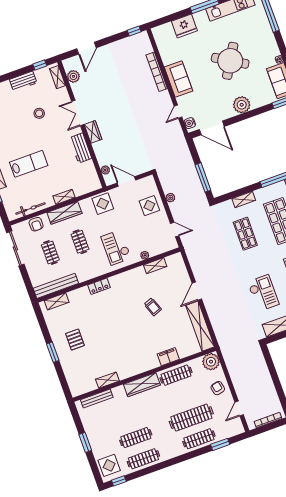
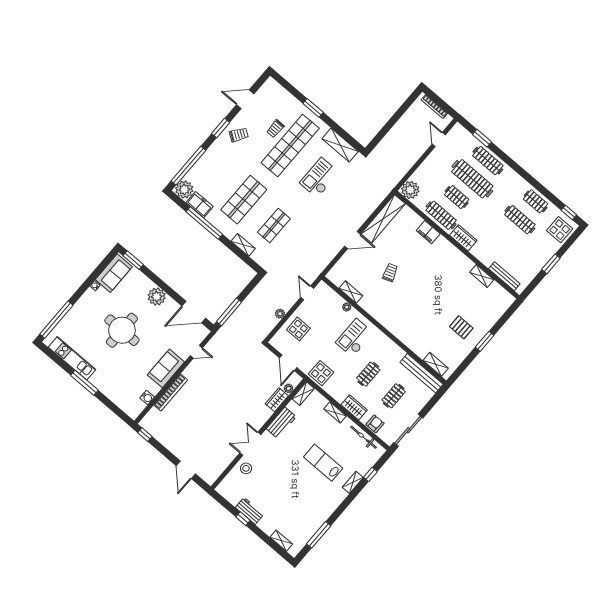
fridge: (184, 26) -> (114, 391), removed
door: (87, 48) -> (186, 470), swing flipped
round table: (230, 61) -> (122, 330), turned -31
window: (40, 65) -> (243, 519), moved
plant: (73, 76) -> (219, 467), removed
shelving: (57, 77) -> (303, 394), moved
stool: (39, 113) -> (246, 468), moved
double door: (78, 113) -> (250, 444), swing flipped
water cooler: (190, 123) -> (147, 397), moved
door: (212, 128) -> (194, 312), swing flipped
wardrobe: (93, 132) -> (277, 400), moved
window: (203, 177) -> (229, 312), moved
wardrobe: (64, 213) -> (354, 407), width x0.67
checkout: (116, 247) -> (355, 338), turned 180
locker: (99, 286) -> (399, 333), removed
pallet: (75, 340) -> (461, 327), turned 90
wardrobe: (142, 385) -> (463, 238), width x0.67
armchair: (218, 388) -> (431, 170), removed
clothes rail: (184, 396) -> (457, 197), added
door: (239, 408) -> (439, 139), swing flipped
clothes rail: (143, 459) -> (536, 201), width x0.73

